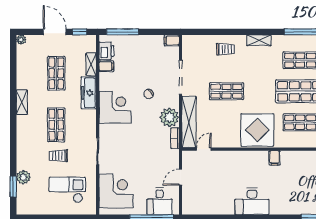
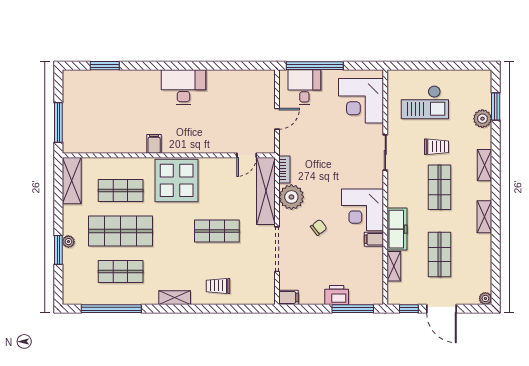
printer: (107, 51) -> (337, 295), moved, turned 90
filing cabinet: (106, 66) -> (374, 239), moved
shelving: (22, 142) -> (485, 165), added

